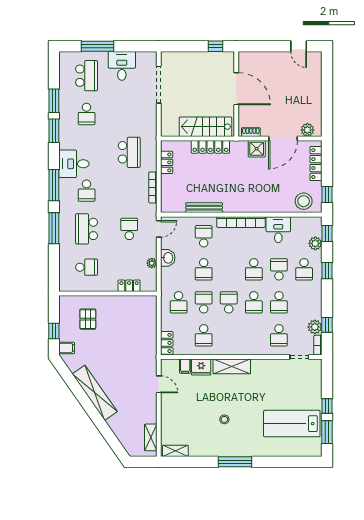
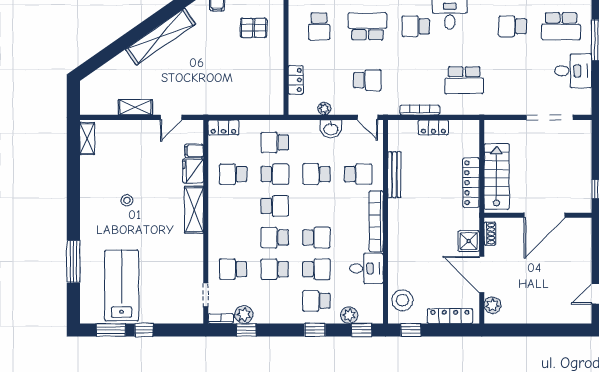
locker: (167, 162) -> (433, 127), moved
school desk: (254, 269) -> (316, 238), turned 180
shelving: (151, 437) -> (135, 107), moved
window: (235, 462) -> (73, 262), moved

